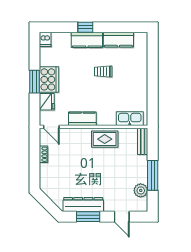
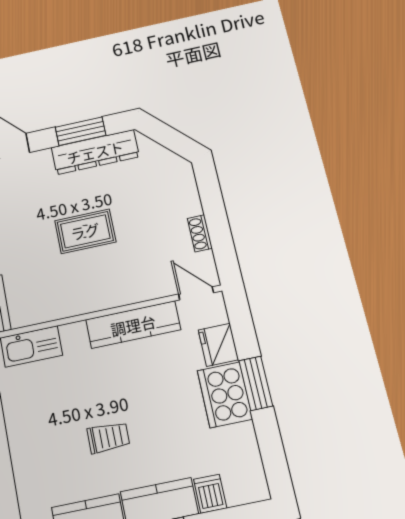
dishwasher: (45, 39) -> (210, 494), moved
kitchen counter: (82, 119) -> (133, 325), width x1.50
rug: (105, 139) -> (85, 231), moved

